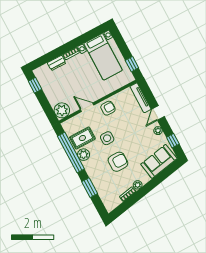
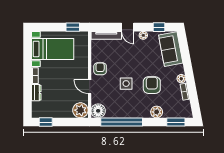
door: (87, 107) -> (90, 87), hinge flipped
floor lamp: (70, 126) -> (98, 111), added
rug: (82, 138) -> (114, 105), removed
plant: (84, 155) -> (157, 112), moved
window: (90, 188) -> (176, 122), moved

